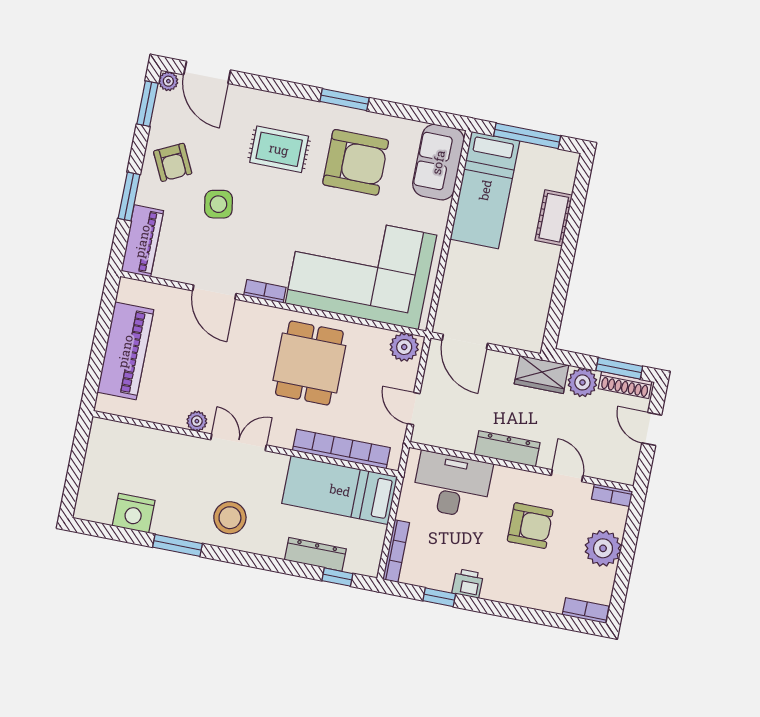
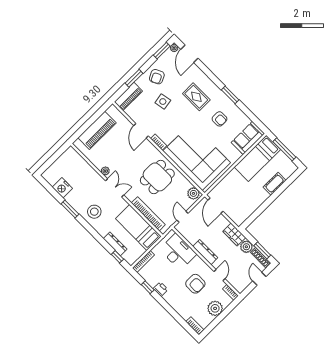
armchair: (356, 162) -> (220, 119), width x0.53, depth x0.53

